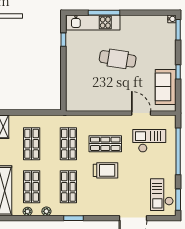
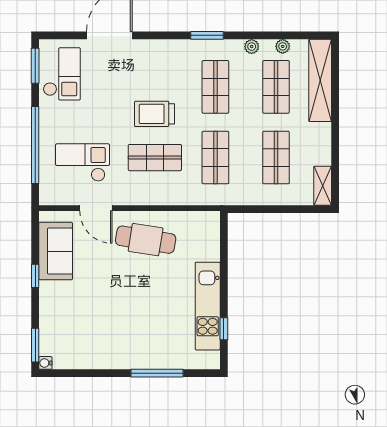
kitchen unit: (93, 22) -> (208, 306), moved, turned -90
cafe table: (118, 59) -> (146, 240), moved
checkout: (149, 141) -> (83, 163), turned 180

